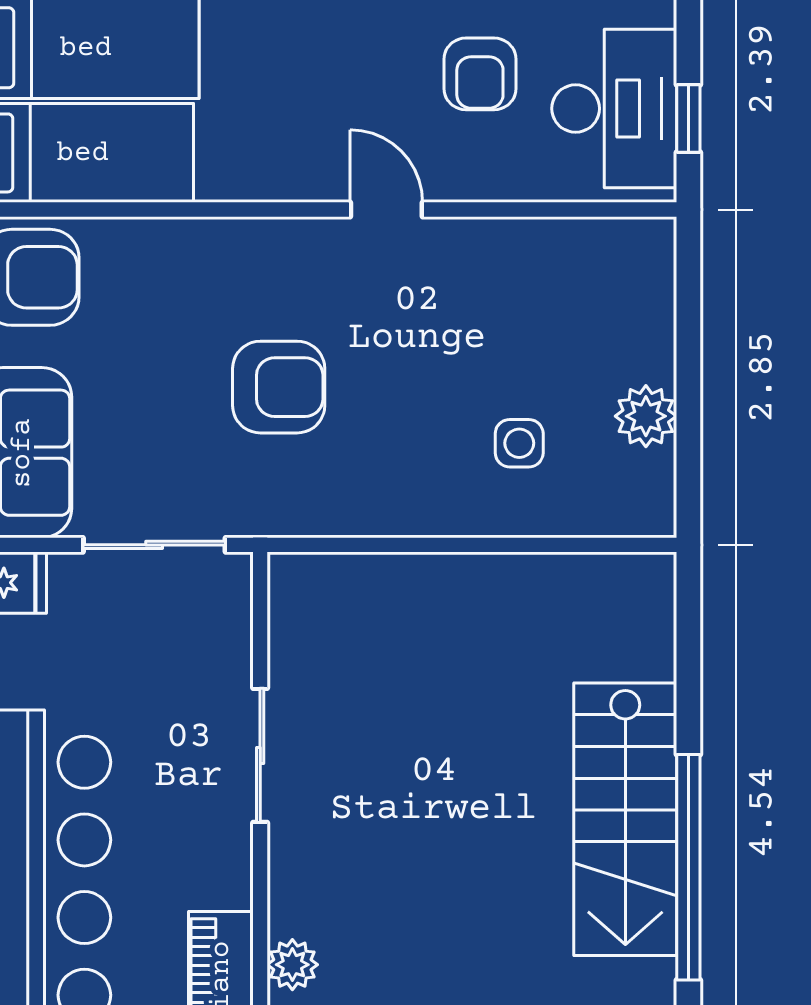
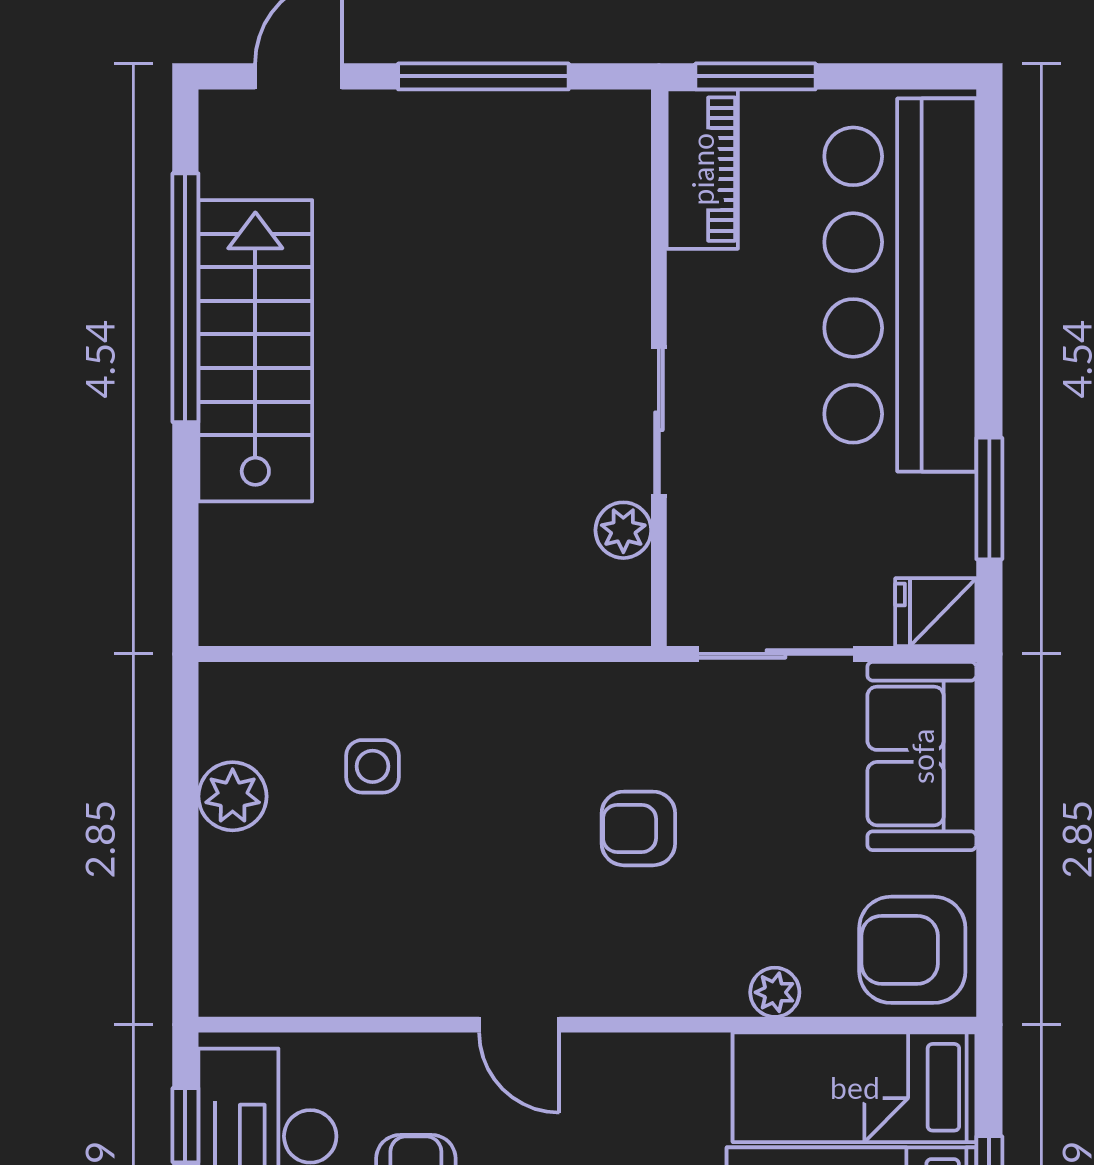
plant: (155, 239) -> (775, 992), added
armchair: (279, 387) -> (638, 828), width x0.72, depth x0.72
plant: (292, 965) -> (623, 530), moved

